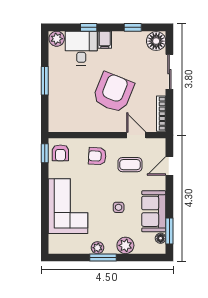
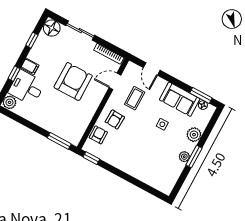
window: (45, 81) -> (59, 141), moved
armchair: (113, 92) -> (73, 81), turned 68
armchair: (60, 153) -> (98, 135), moved, turned -90
corner sofa: (68, 206) -> (141, 162), removed

